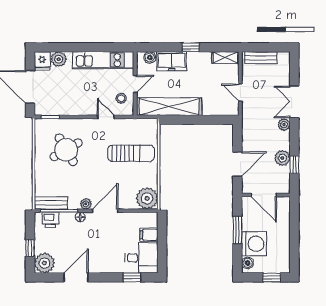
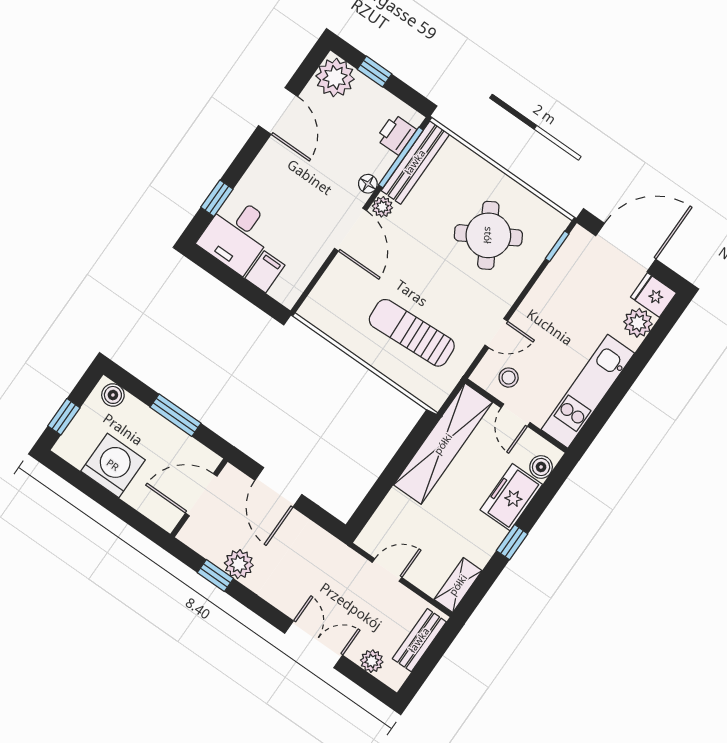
plant: (284, 124) -> (372, 661), moved
sun lounger: (131, 153) -> (412, 333), turned 87
plant: (147, 198) -> (324, 308), removed
bench: (51, 203) -> (415, 162), width x1.36
washing machine: (254, 244) -> (113, 465), moved, turned 180

